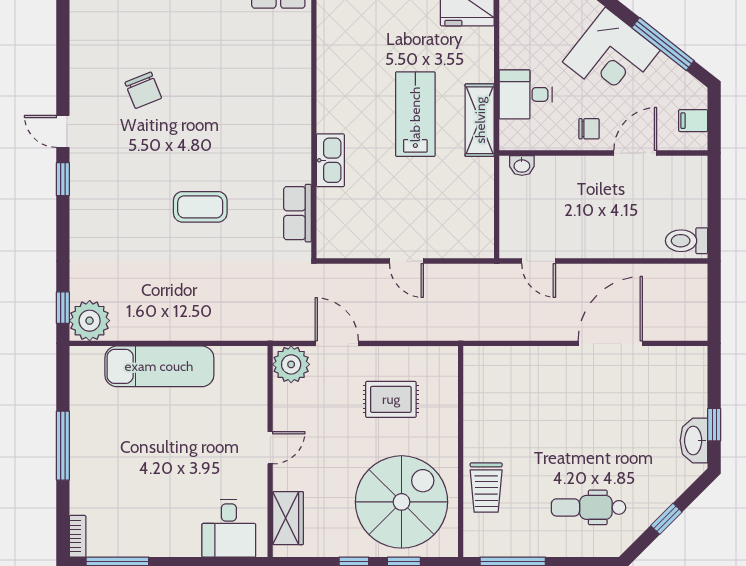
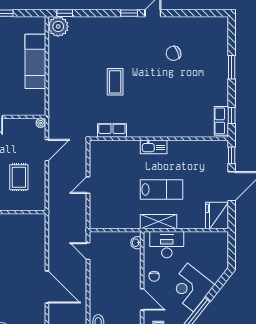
desk: (526, 94) -> (167, 245), width x1.37
kitchen sink: (330, 160) -> (154, 147), moved
door: (539, 261) -> (88, 251), hinge flipped
plant: (291, 364) -> (41, 123), width x0.53, depth x0.53

